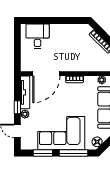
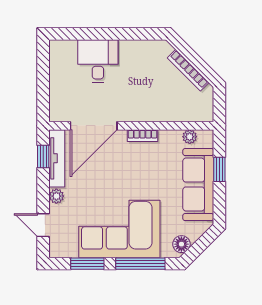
desk: (38, 36) -> (98, 61), moved
window: (17, 107) -> (43, 157), moved

